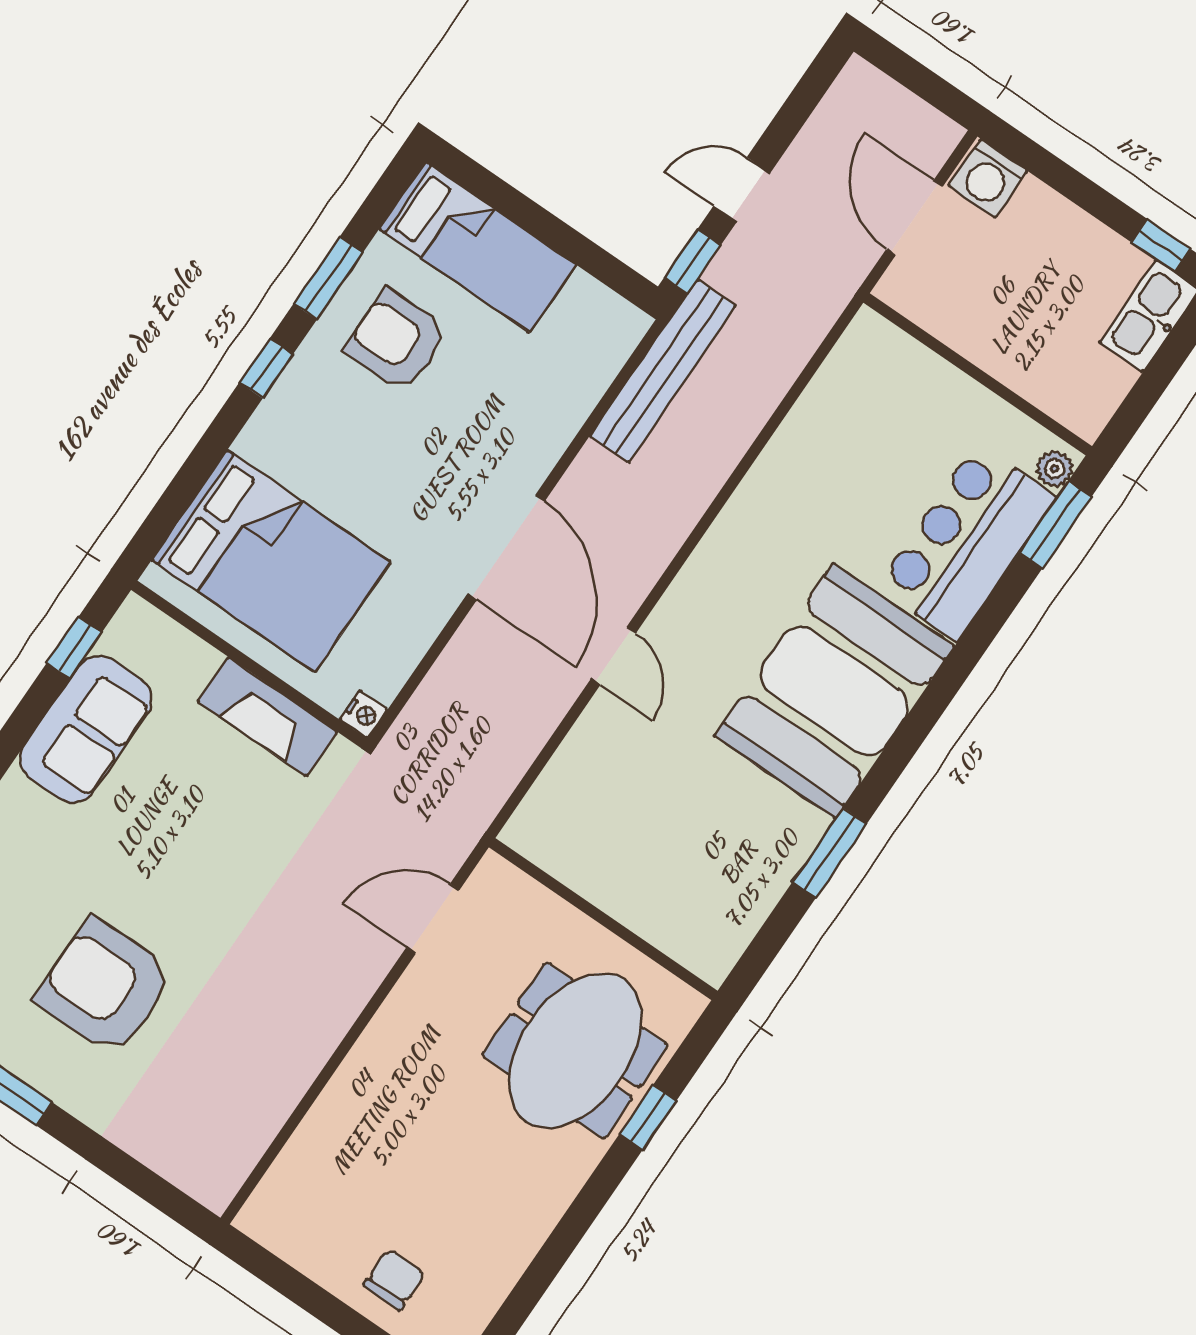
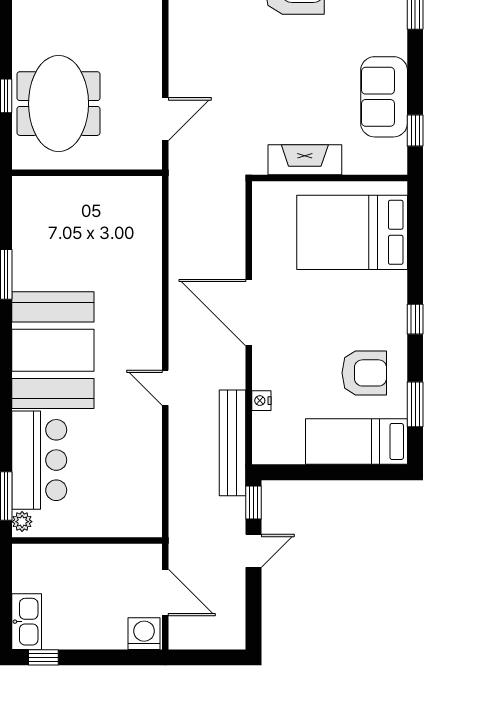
window: (328, 278) -> (415, 404), moved
door: (613, 656) -> (165, 388), moved
nightstand: (364, 714) -> (261, 401), moved

